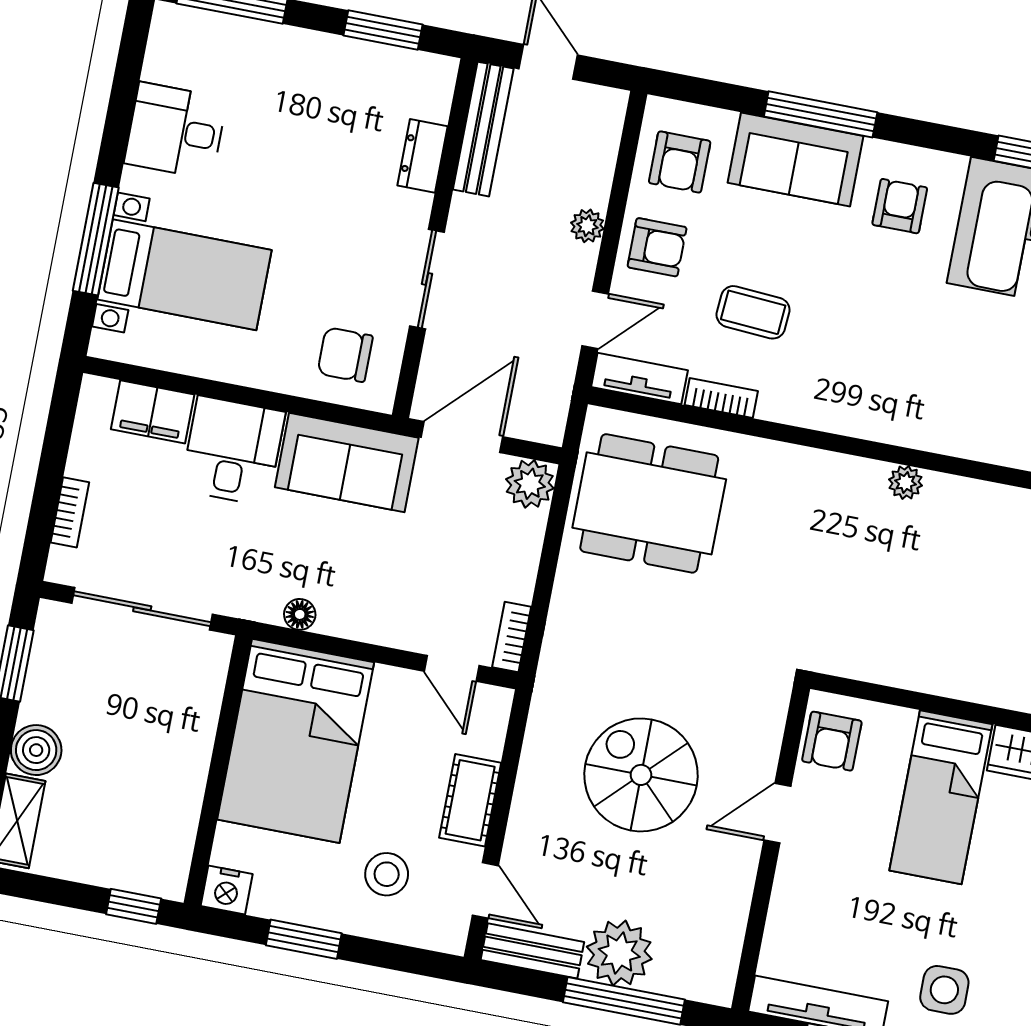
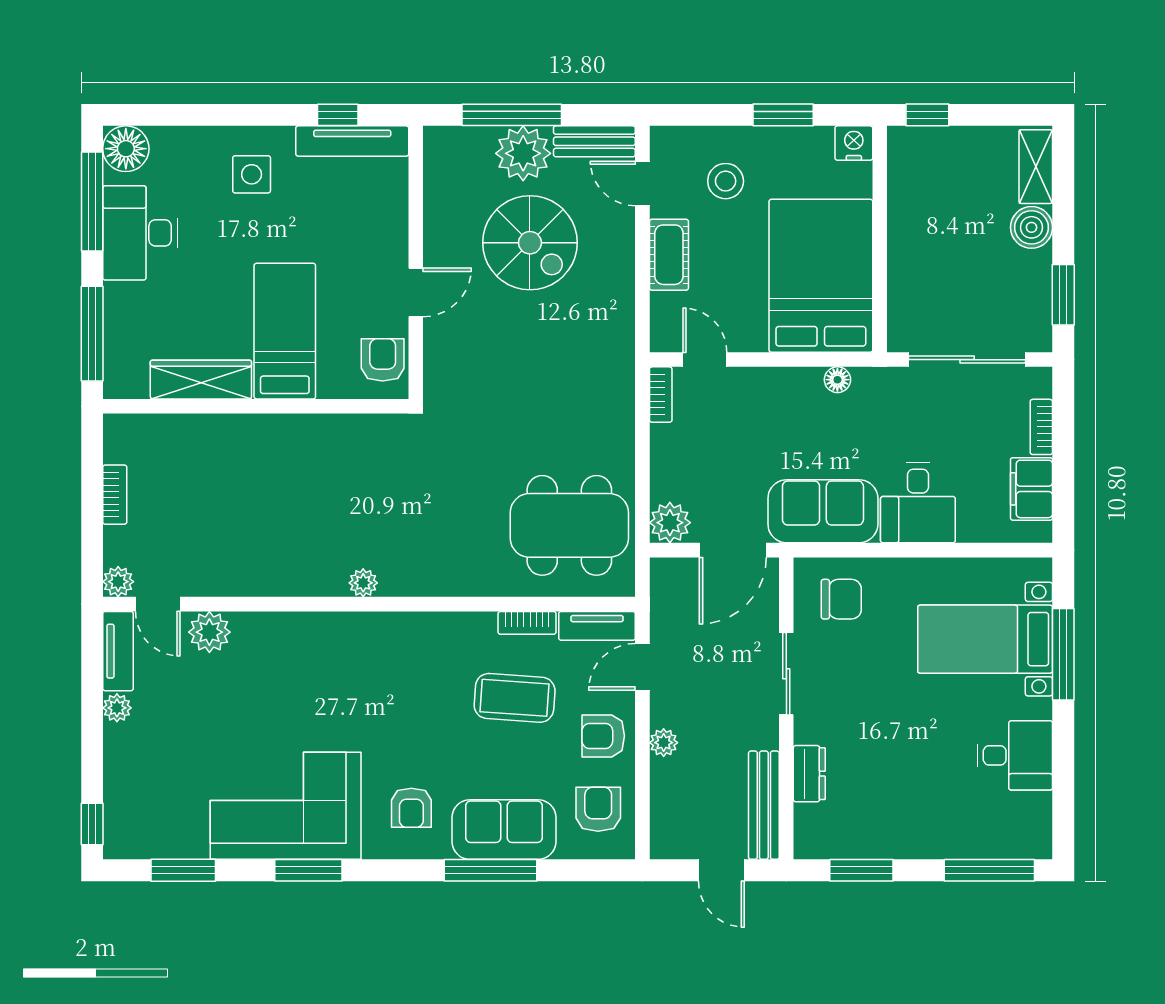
coffee table: (753, 312) -> (515, 698), width x1.36, depth x1.30
filing cabinet: (153, 412) -> (1032, 489), moved, turned -90
spiral stairs: (641, 775) -> (530, 243), moved

